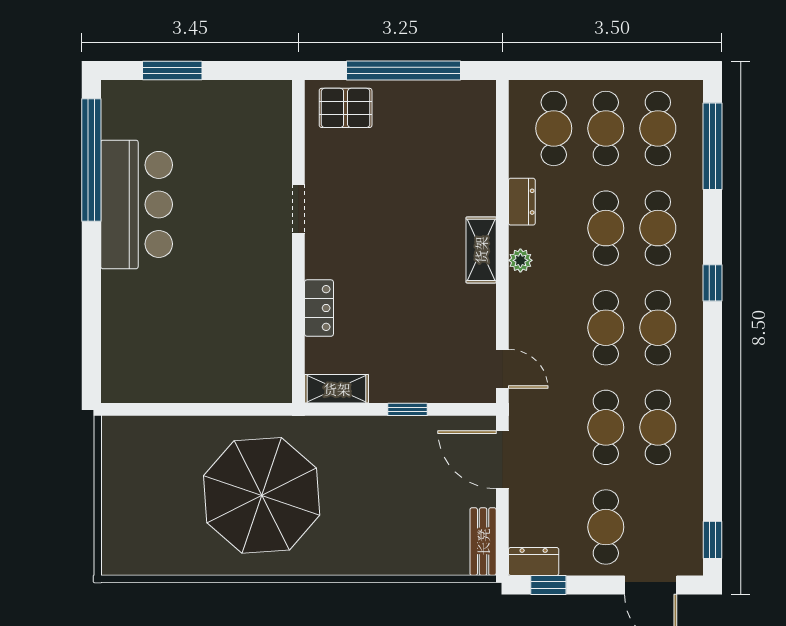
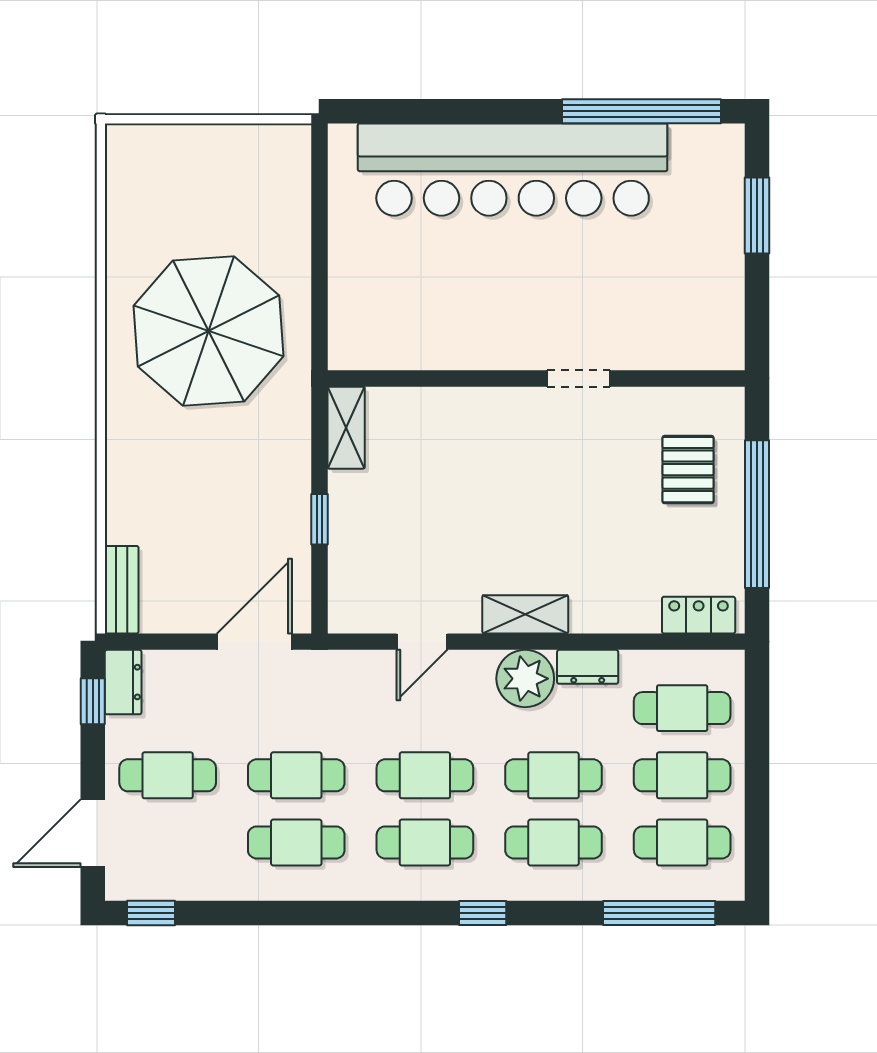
pallet: (346, 108) -> (688, 470), moved
bar counter: (137, 204) -> (513, 170), width x1.86
plant: (520, 260) -> (525, 679), width x1.88, depth x1.88
locker: (319, 308) -> (699, 615), moved, turned 180
door: (502, 369) -> (422, 642), moved
bench: (483, 542) -> (122, 590), moved, turned 90

